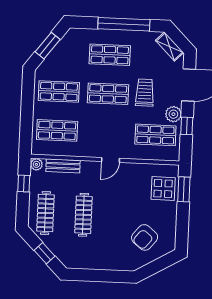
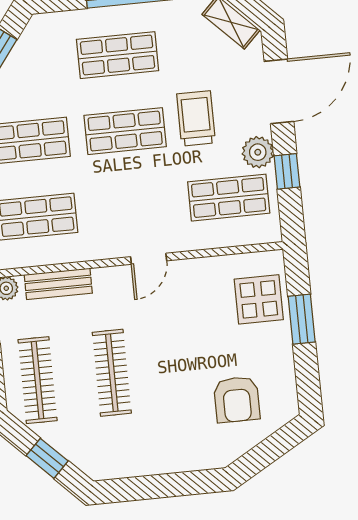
window: (184, 189) -> (302, 319), moved
armchair: (145, 237) -> (237, 399), turned -39

